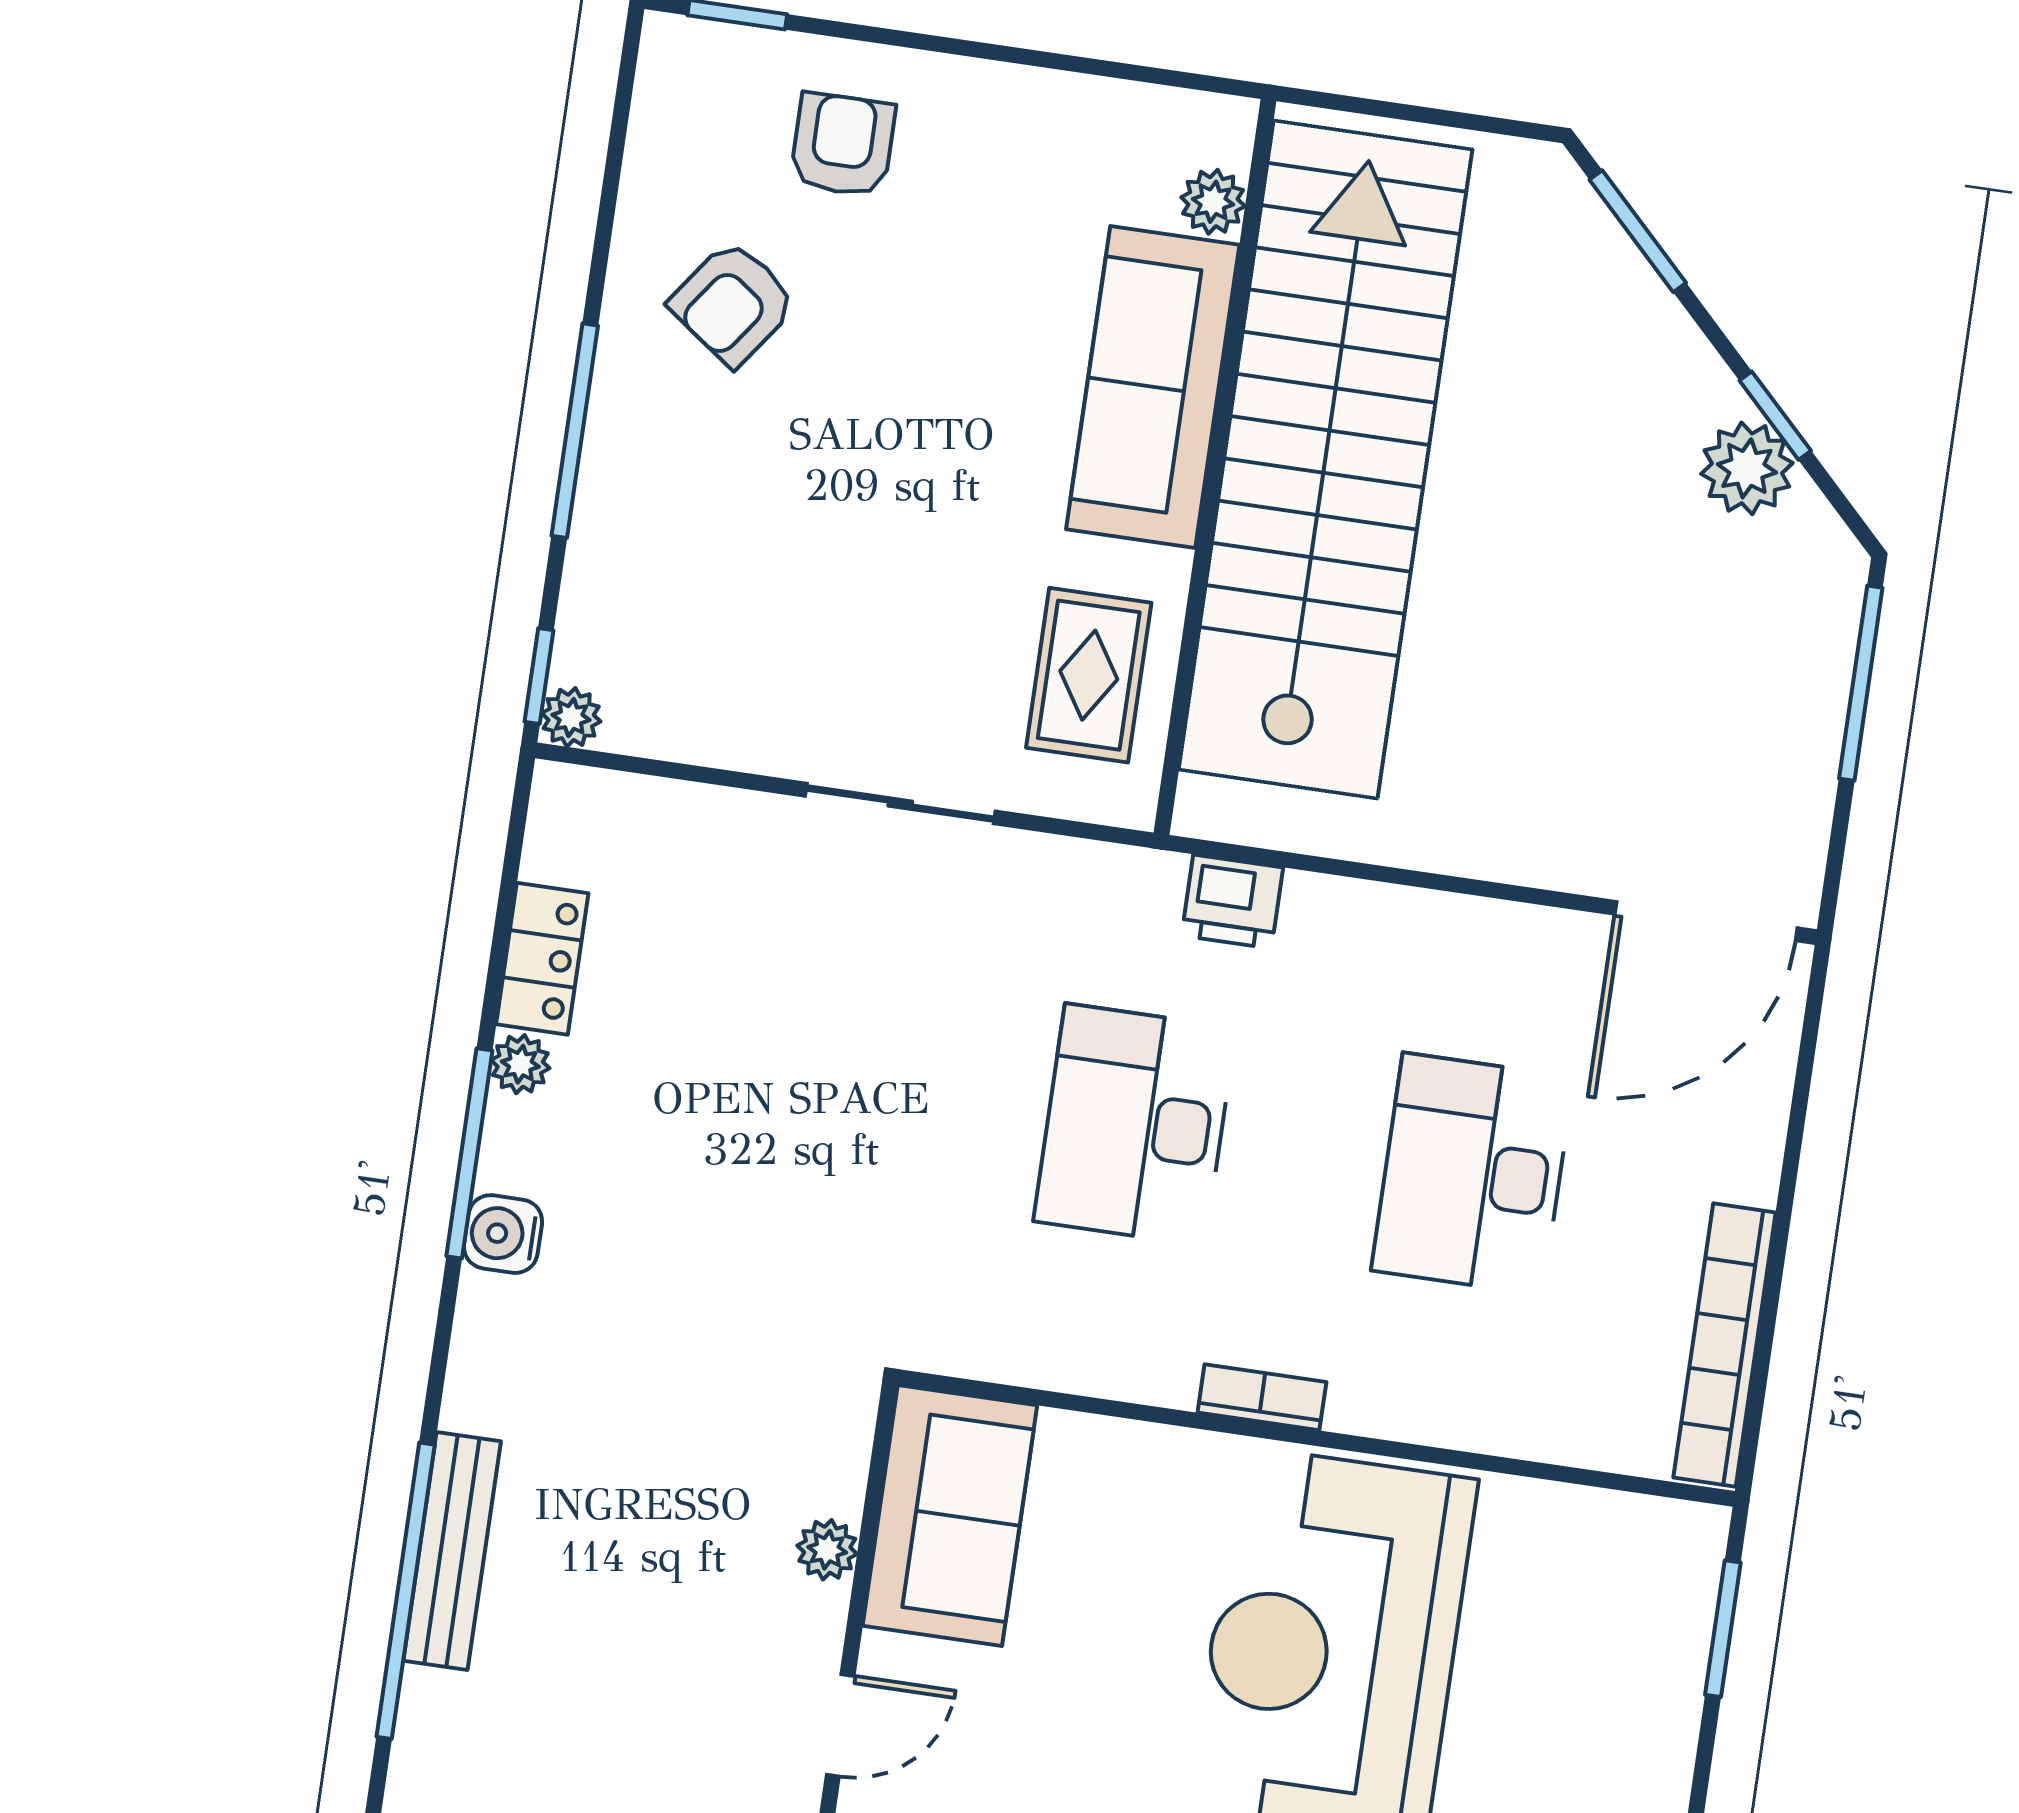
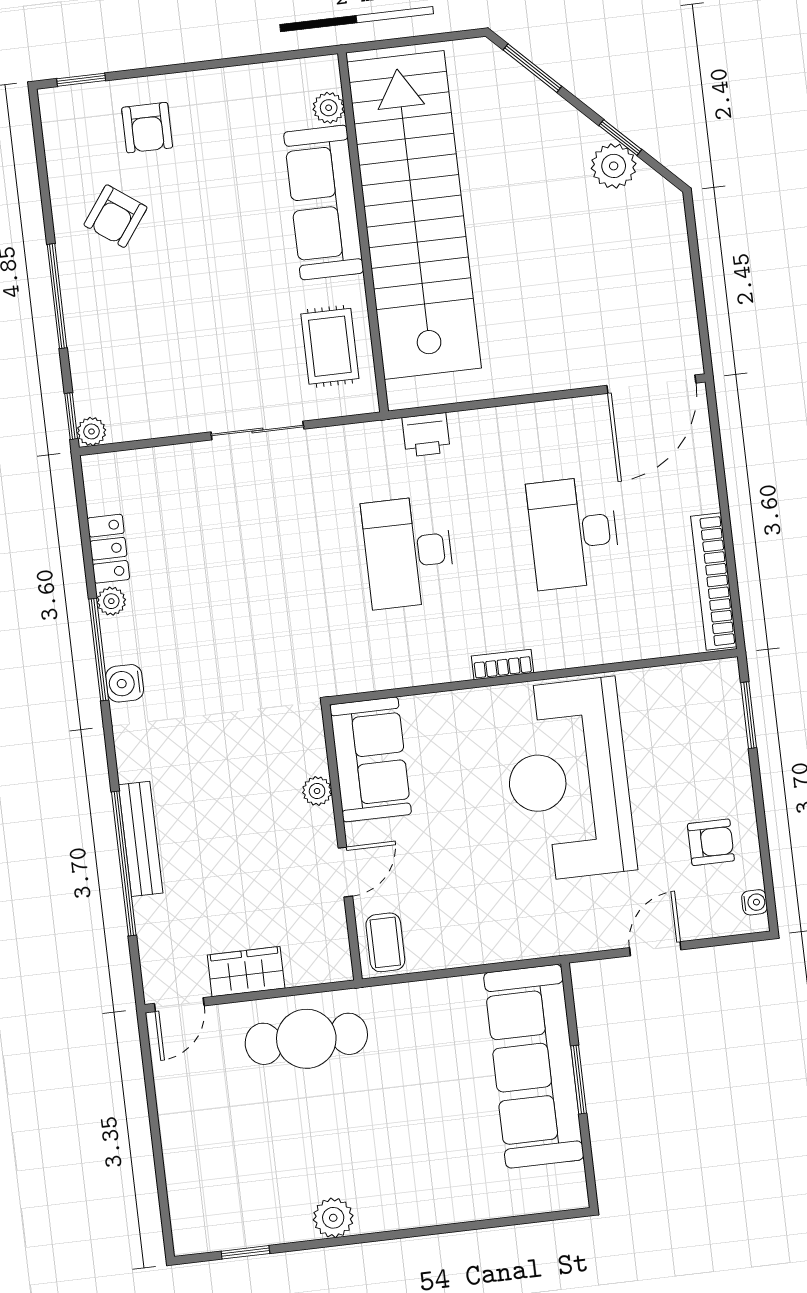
armchair: (843, 145) -> (147, 128), turned 180
window: (1861, 683) -> (694, 253), removed

